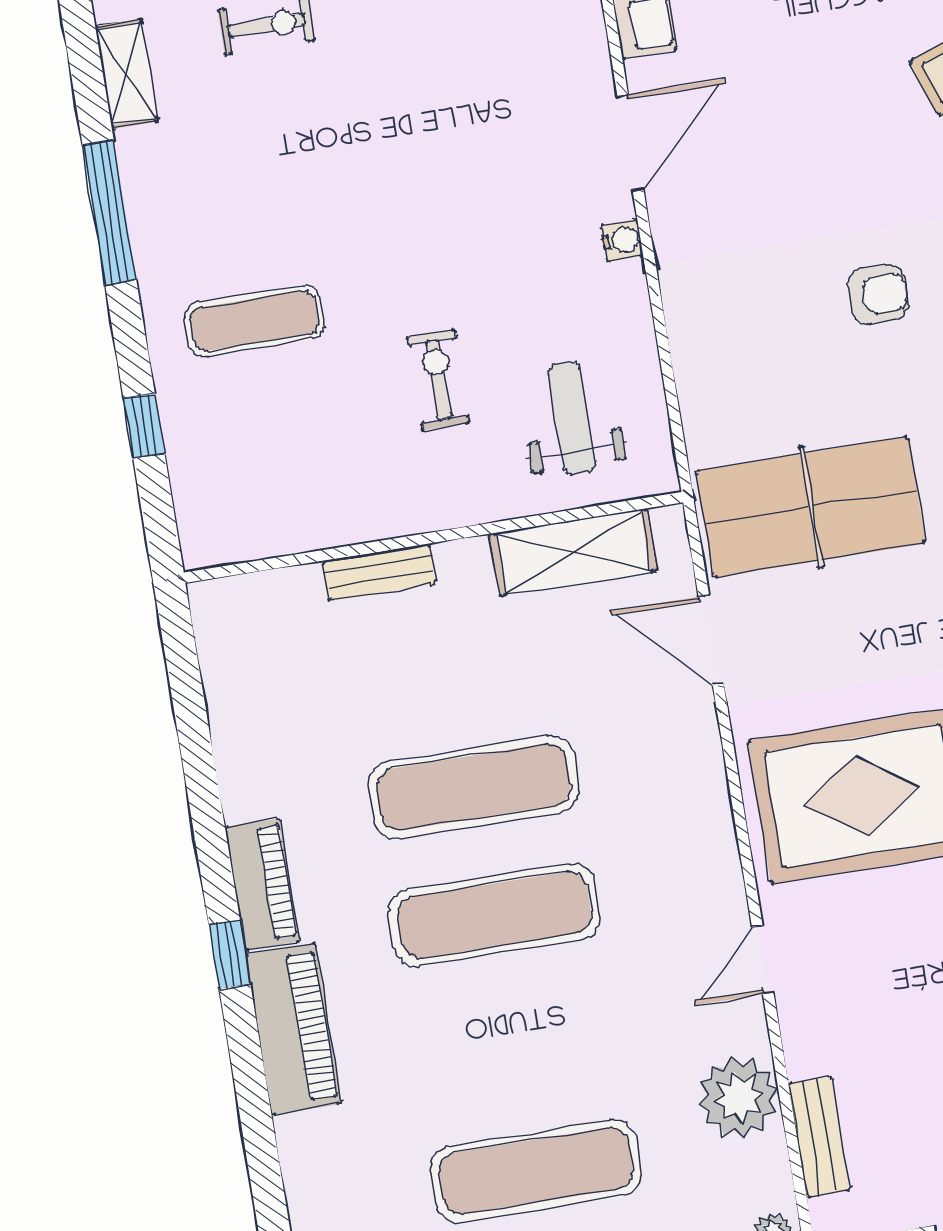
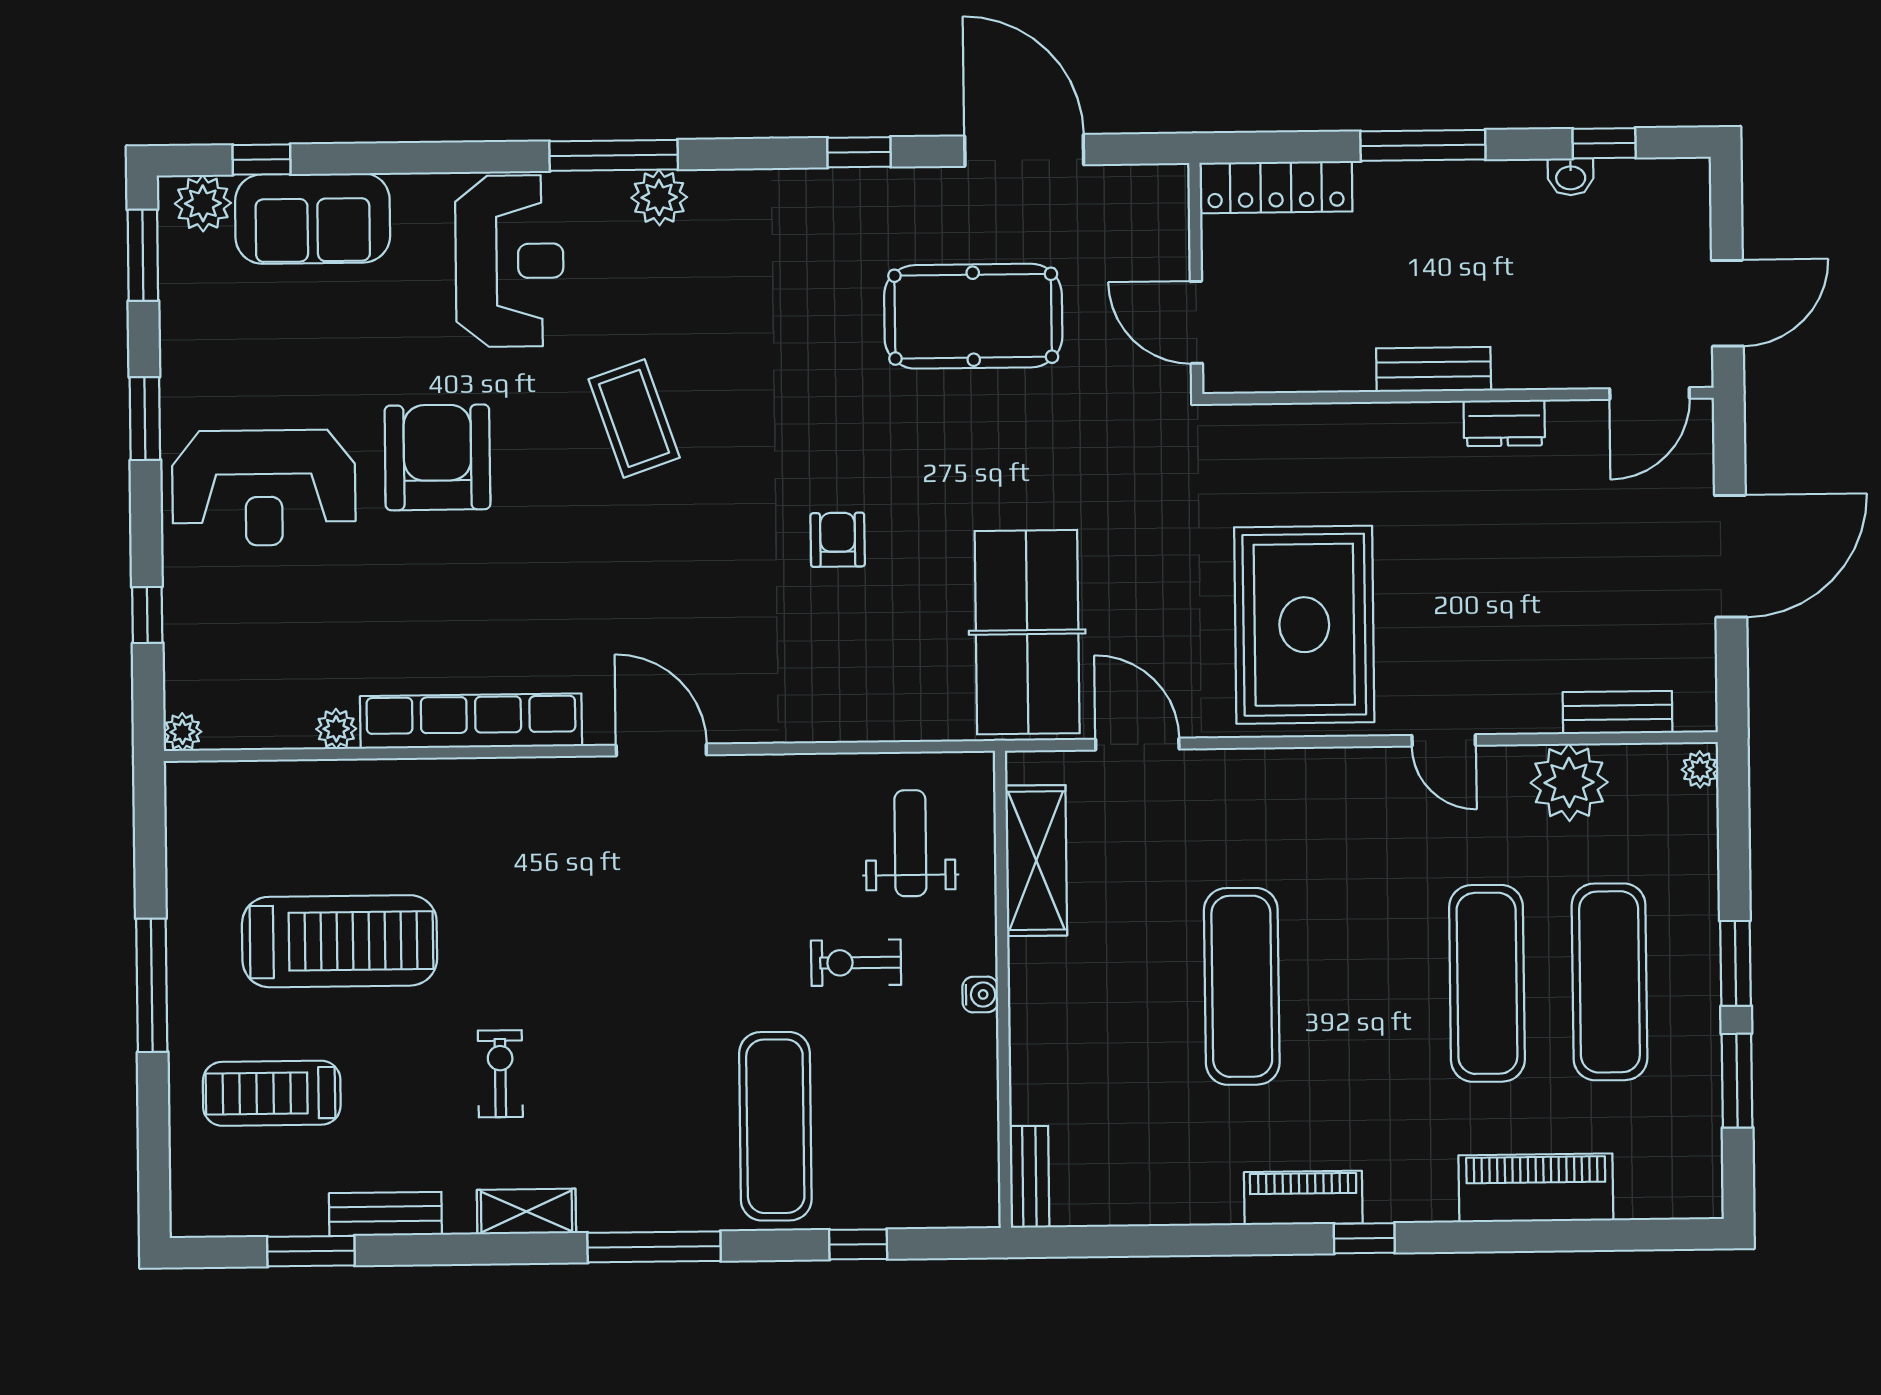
water cooler: (622, 240) -> (980, 995), moved, turned 90
exercise mat: (255, 321) -> (775, 1126), width x1.36, depth x1.45
weight bench: (572, 418) -> (910, 843), turned 90
bench: (379, 572) -> (1029, 1177), moved
door: (711, 640) -> (1137, 744), swing flipped
exercise mat: (495, 915) -> (1487, 983), moved
piano: (293, 1029) -> (1536, 1188), moved

